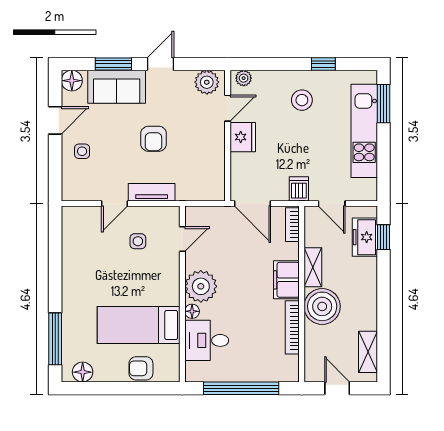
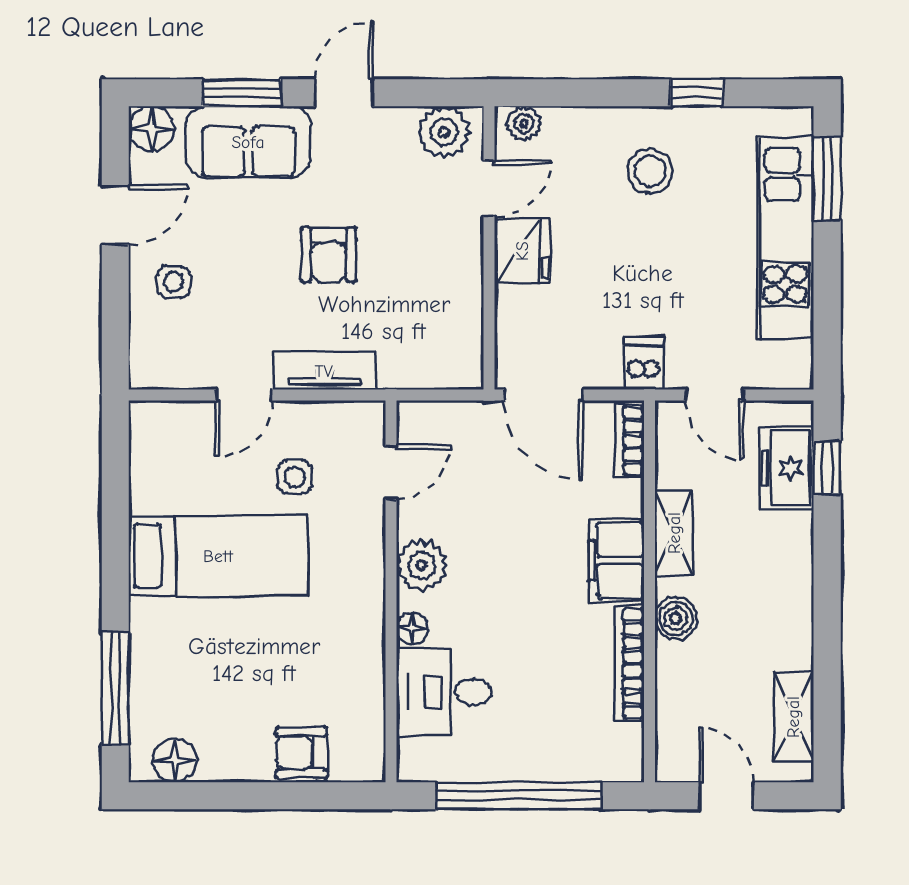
plant: (201, 286) -> (422, 565), width x0.73, depth x0.73
boiler: (322, 306) -> (676, 618), width x0.54, depth x0.54
bed: (139, 325) -> (218, 556), moved, turned 180

